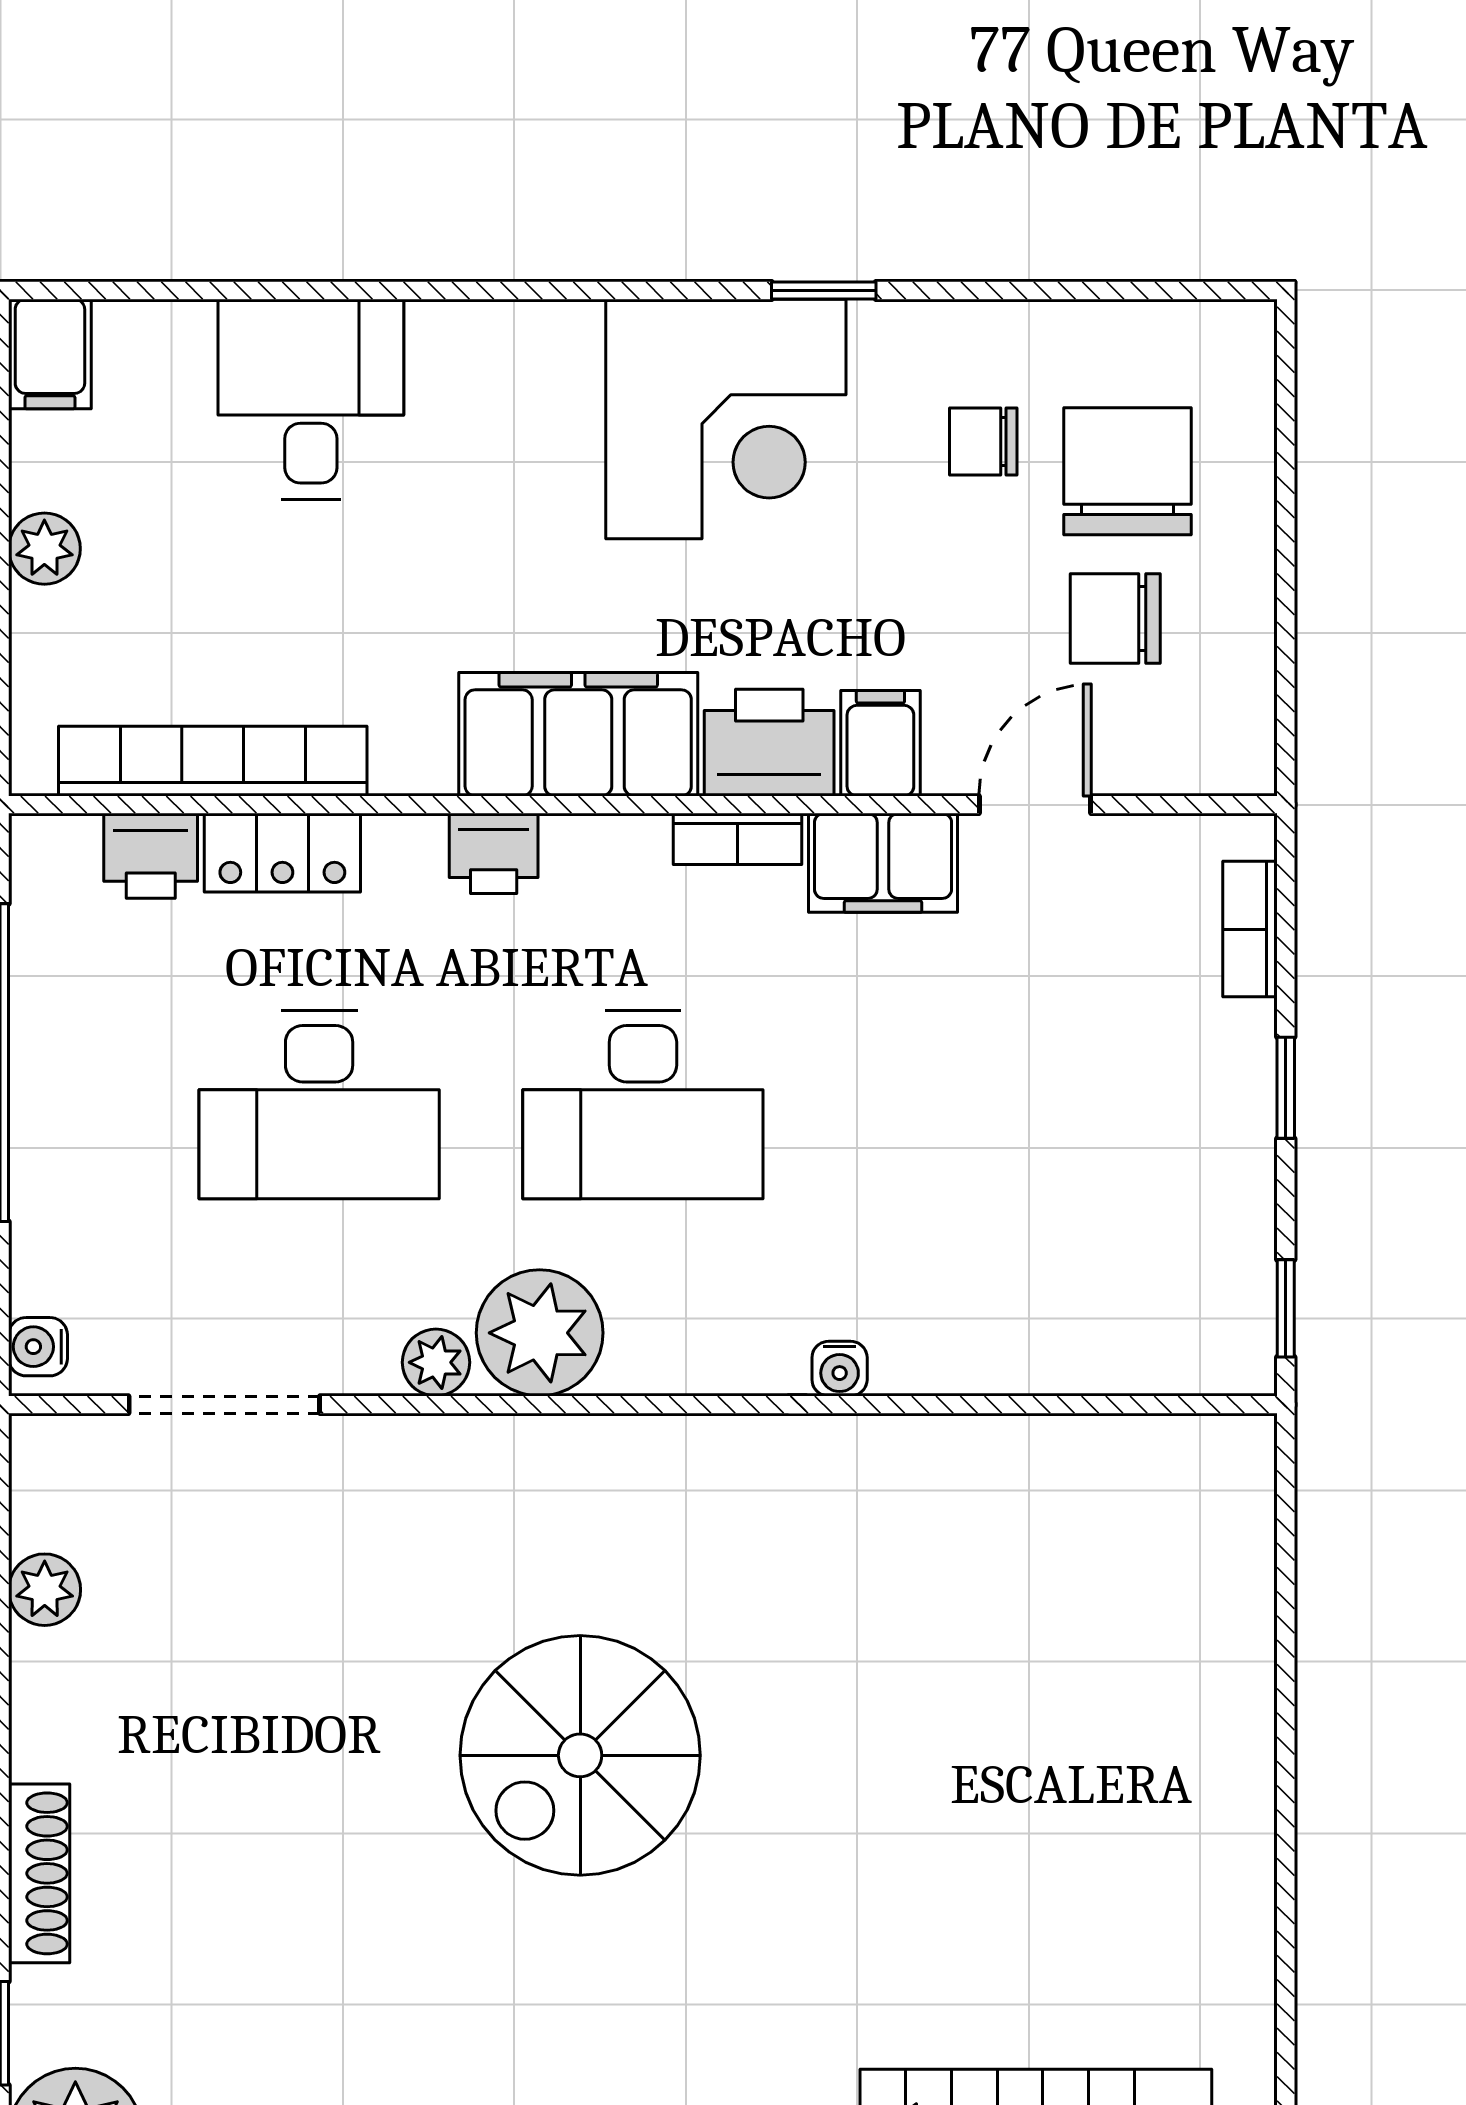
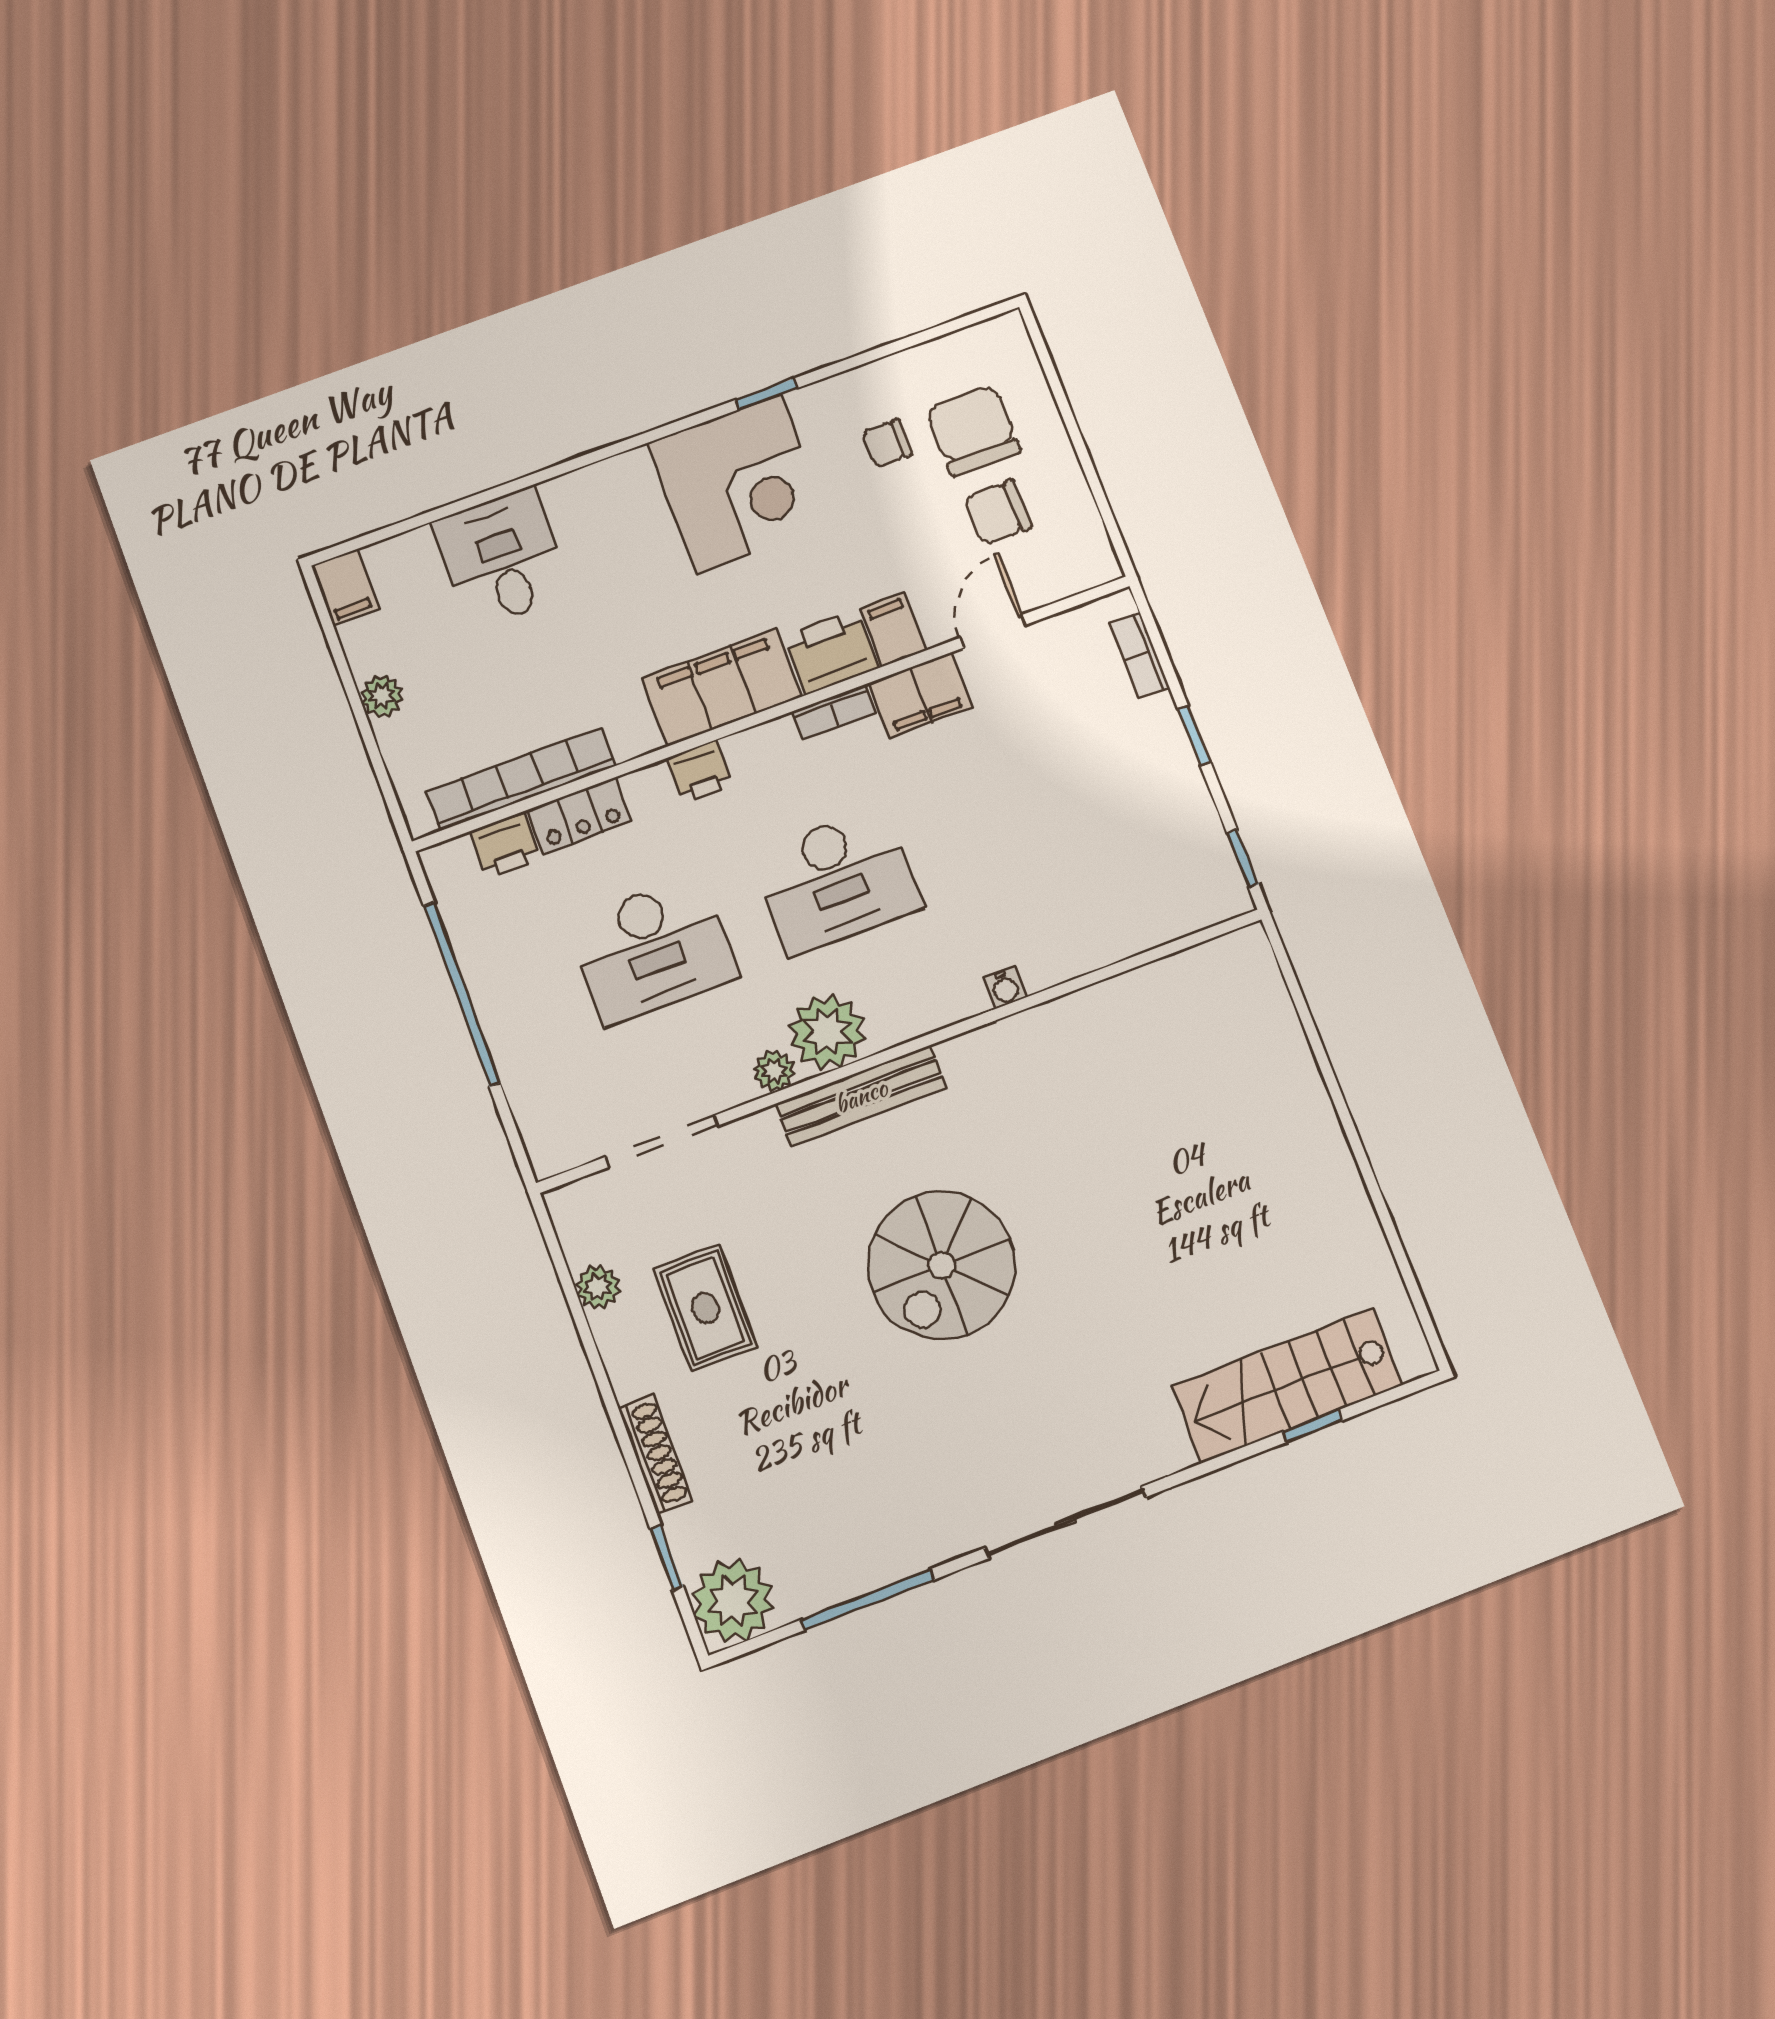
water cooler: (38, 1347) -> (543, 1148), removed
bench: (554, 1451) -> (861, 1096), added
rug: (196, 1683) -> (705, 1308), added

